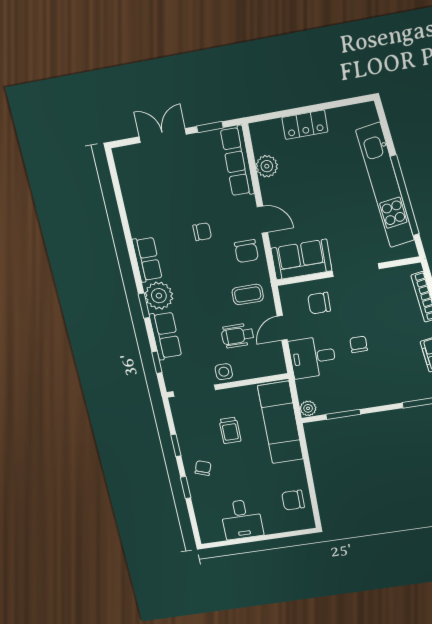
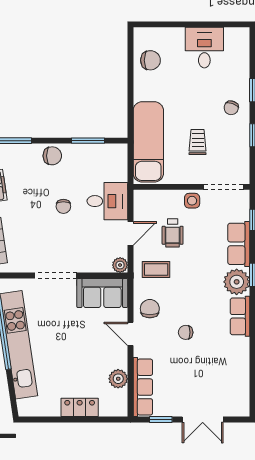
chair: (319, 303) -> (52, 156), moved
wheelchair: (238, 336) -> (173, 233), turned 90
plant: (308, 408) -> (120, 265), moved

